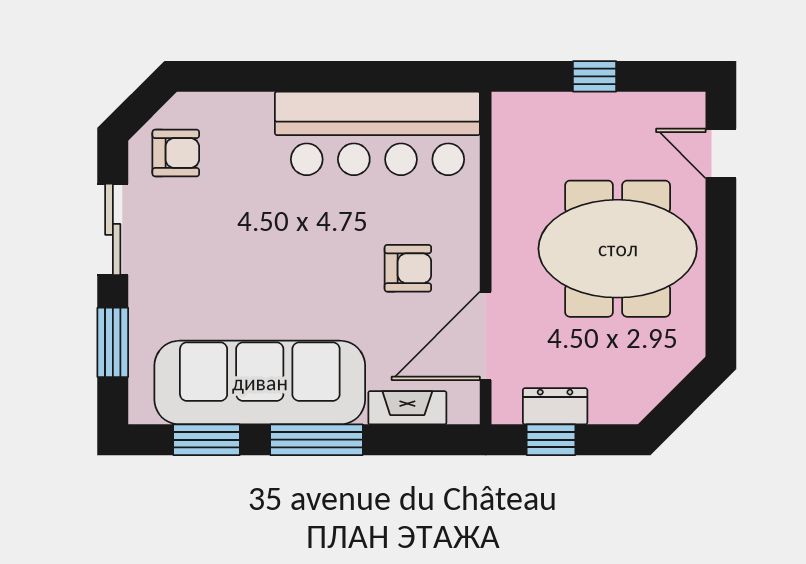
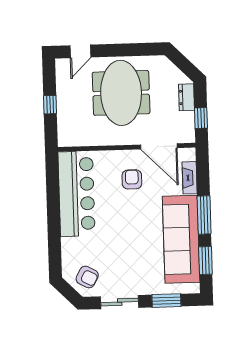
armchair: (176, 153) -> (87, 277), turned 118
dresser: (555, 406) -> (186, 97), moved

